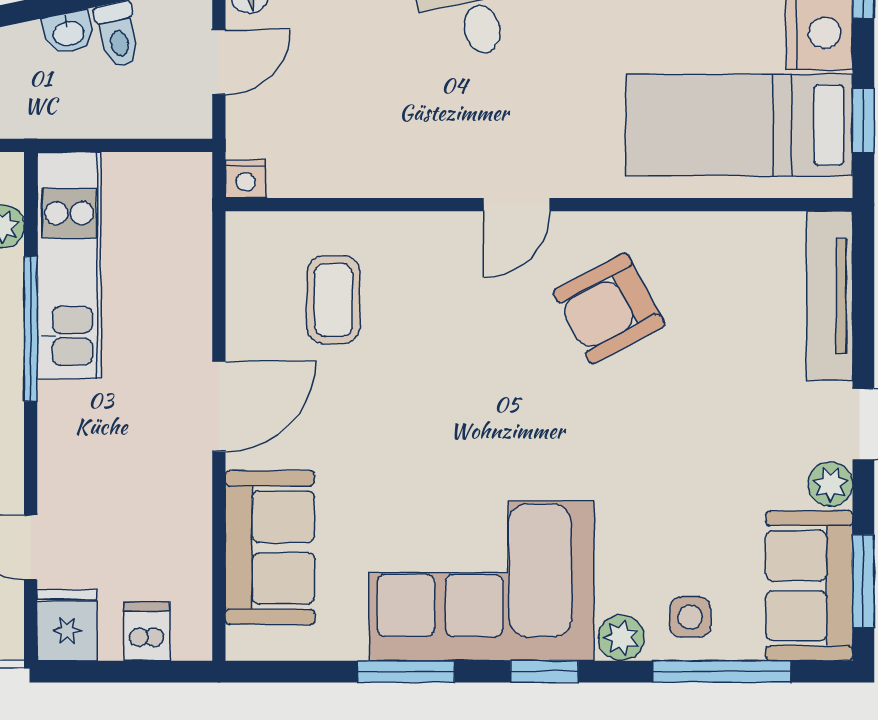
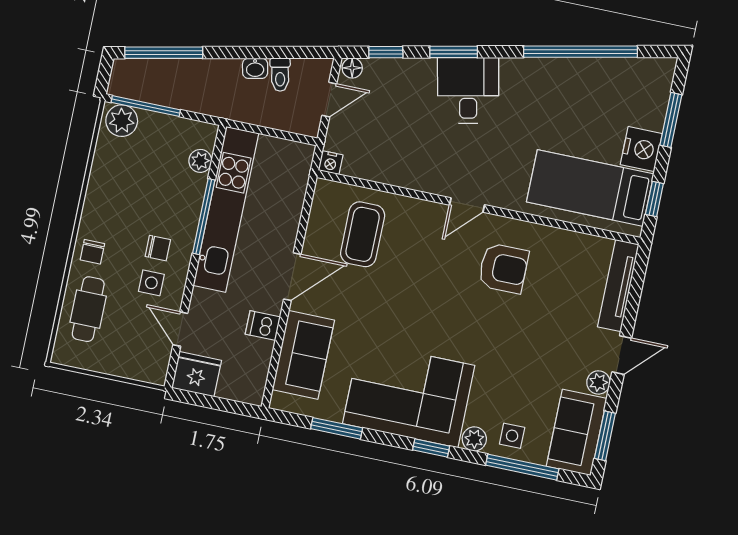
kitchen unit: (69, 265) -> (226, 209), width x1.36
coffee table: (333, 300) -> (363, 234), width x1.36, depth x1.30
armchair: (609, 308) -> (503, 268), turned -152
fridge: (67, 625) -> (197, 374), width x1.38
dishwasher: (147, 631) -> (263, 326), moved, turned -90
window: (406, 672) -> (337, 428), moved

